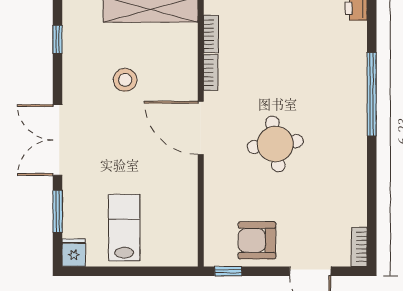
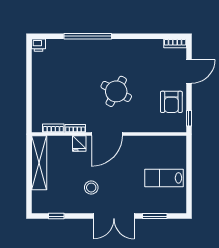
stool: (125, 80) -> (91, 188), moved
round table: (275, 144) -> (116, 91), turned 36
fridge: (74, 253) -> (79, 144), moved, turned -90

